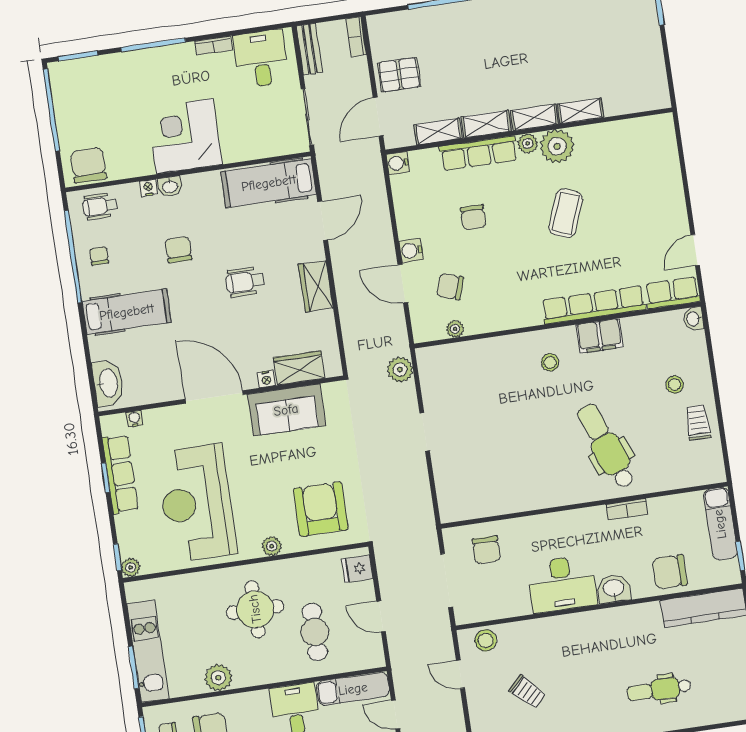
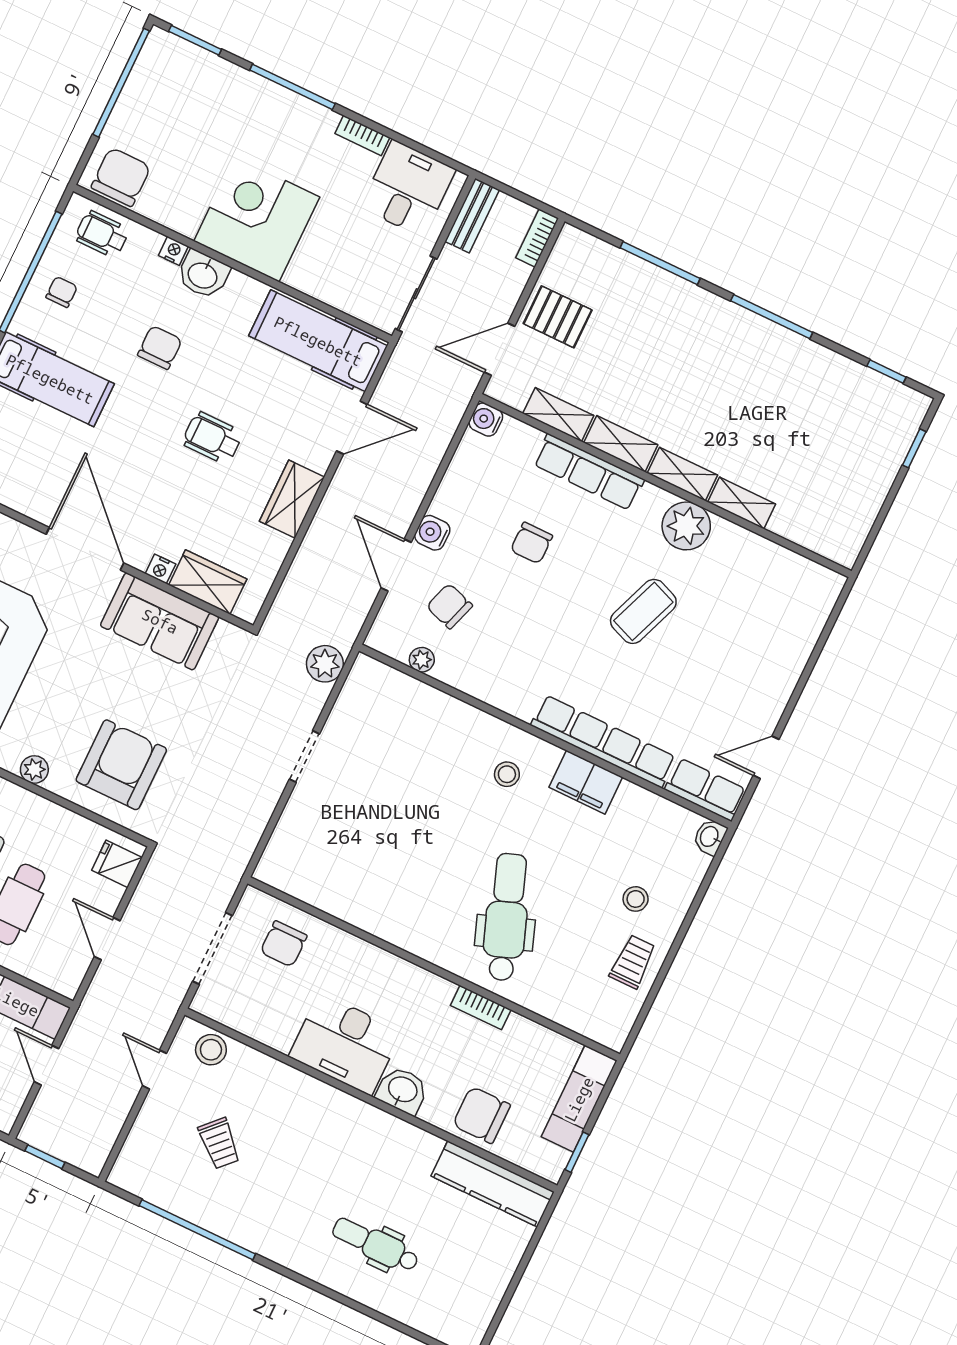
plant: (528, 143) -> (654, 499), removed
washbasin: (170, 186) -> (203, 275), width x1.38, depth x1.45

